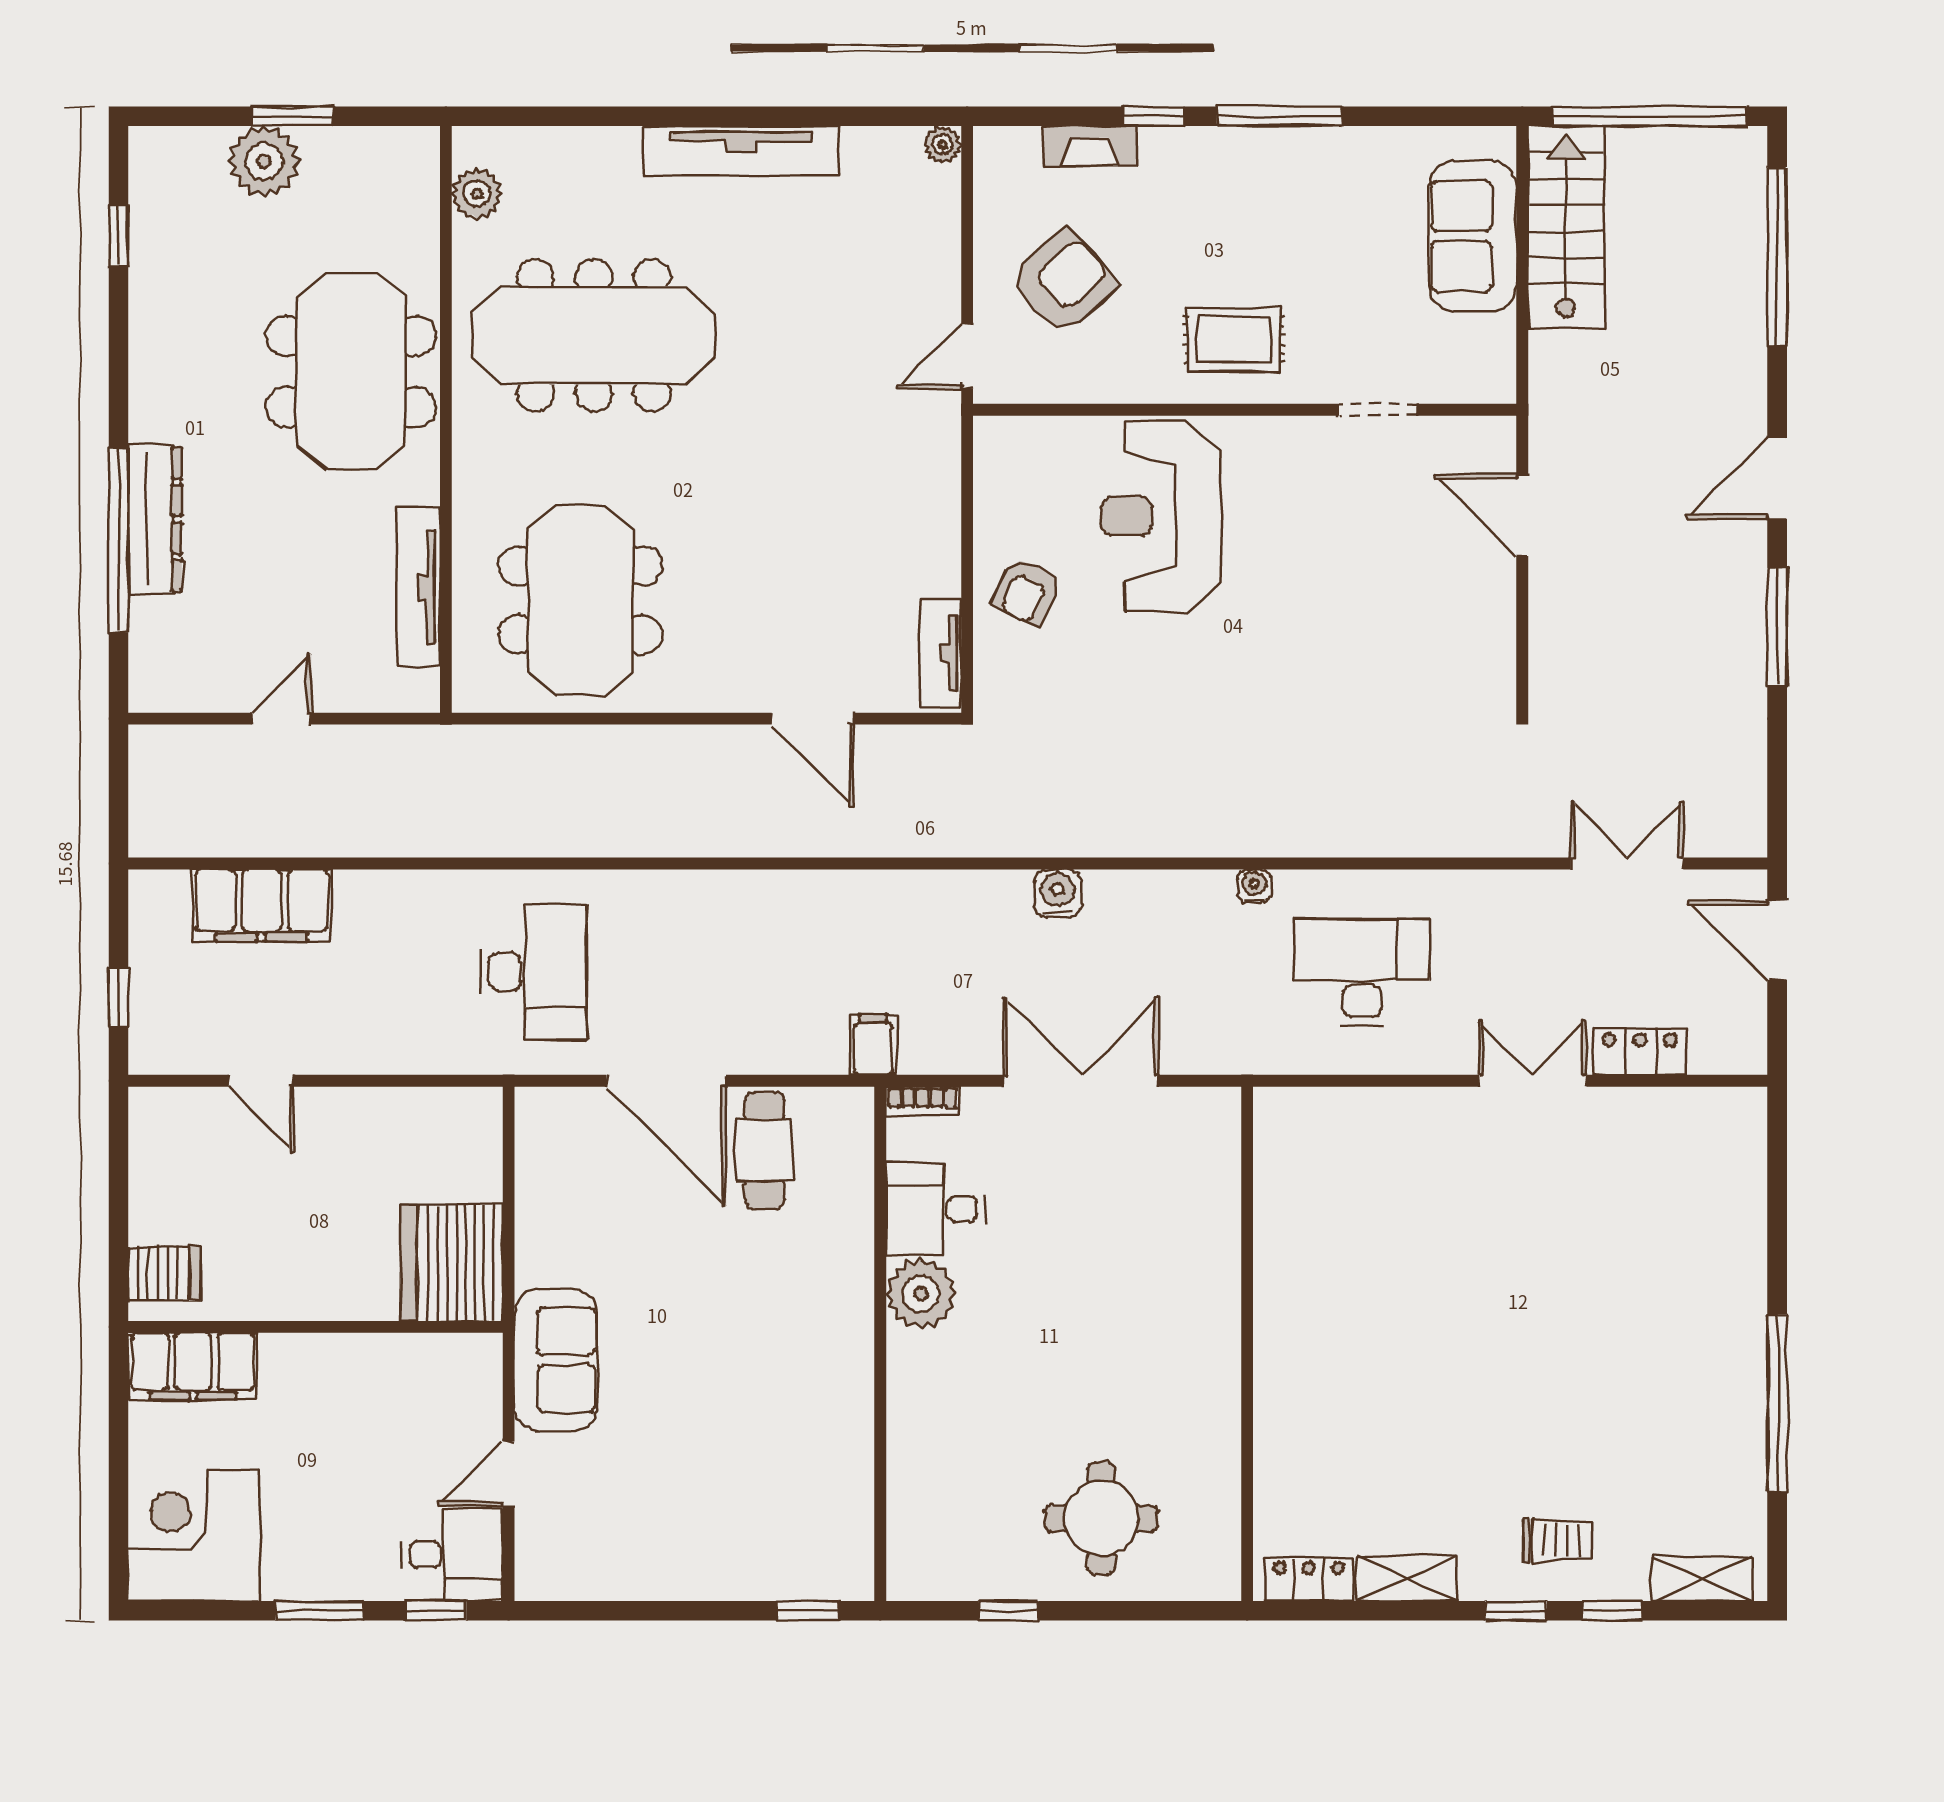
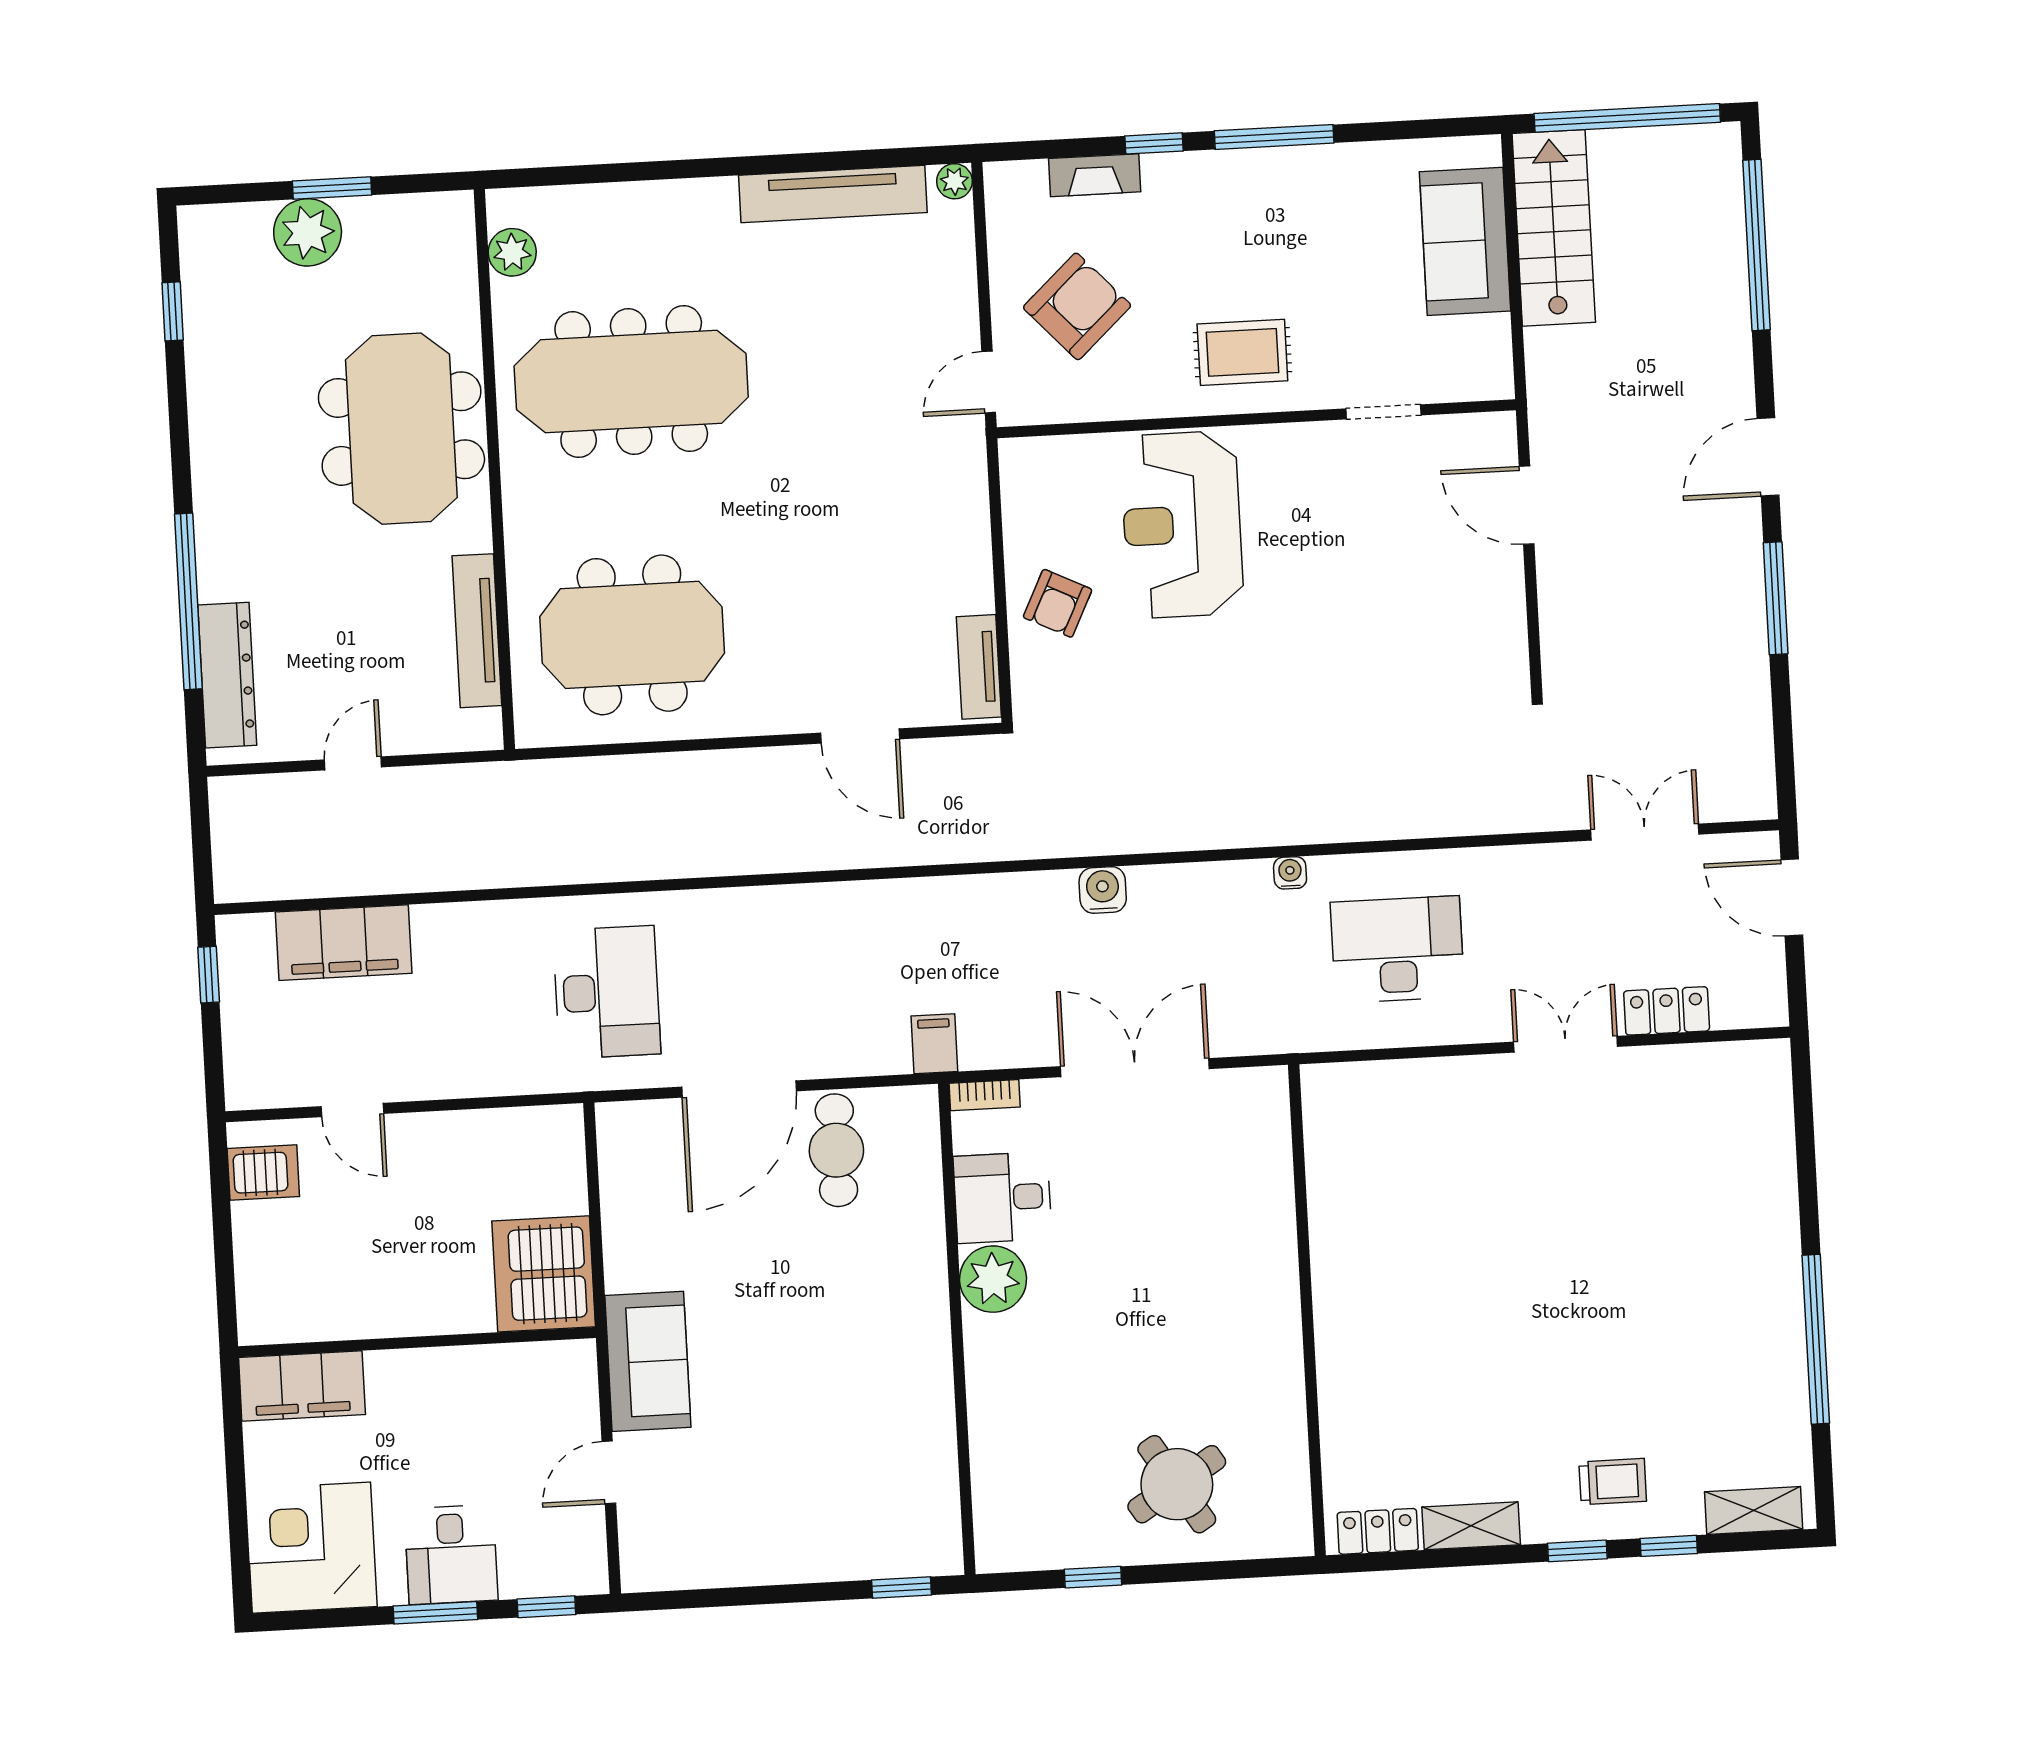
tv unit: (741, 151) -> (833, 194), moved
dresser: (155, 519) -> (227, 675), moved
meeting table: (580, 600) -> (632, 635), turned 90
window: (119, 997) -> (209, 975), moved
door: (666, 1081) -> (739, 1089), hinge flipped
server rack: (165, 1273) -> (263, 1172), moved
round table: (1101, 1518) -> (1177, 1484), turned -32
desk: (453, 1555) -> (451, 1555), moved, turned 90

